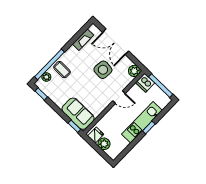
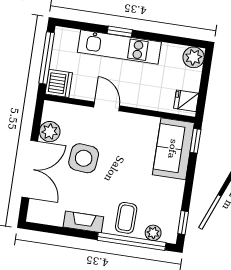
fireplace: (83, 40) -> (83, 222), moved
plant: (134, 71) -> (50, 132), moved
plant: (104, 144) -> (194, 57), moved

